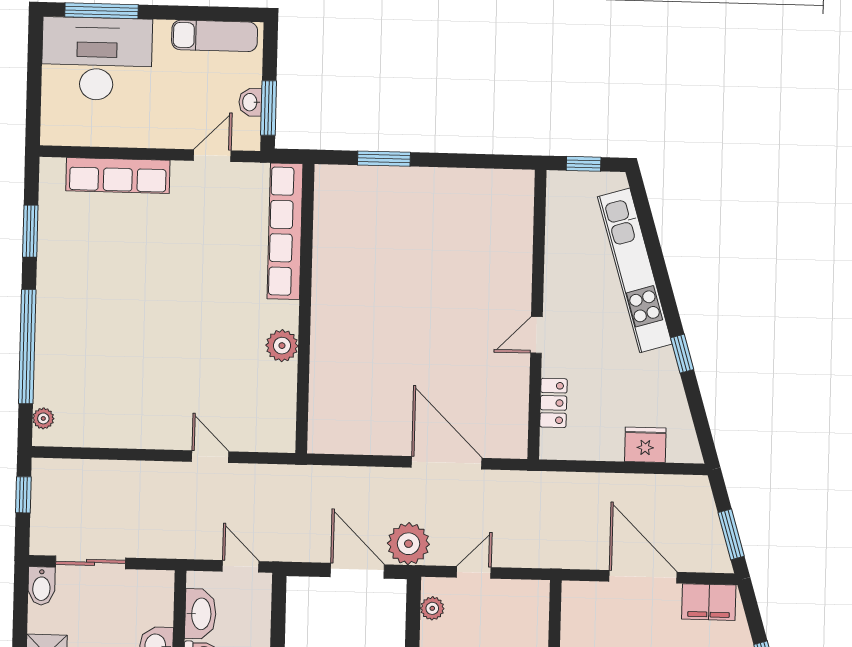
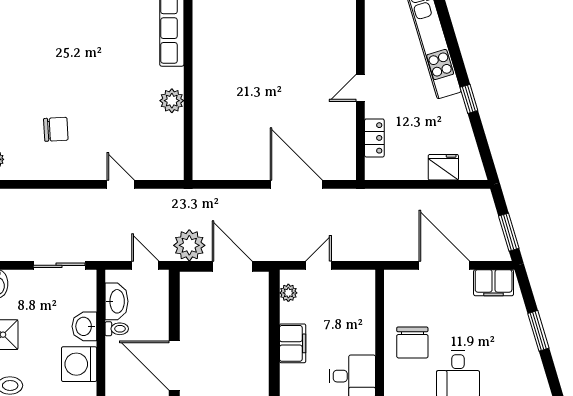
chair: (125, 380) -> (56, 129), added
plant: (408, 544) -> (189, 245), moved
sliding door: (91, 562) -> (59, 265), moved

